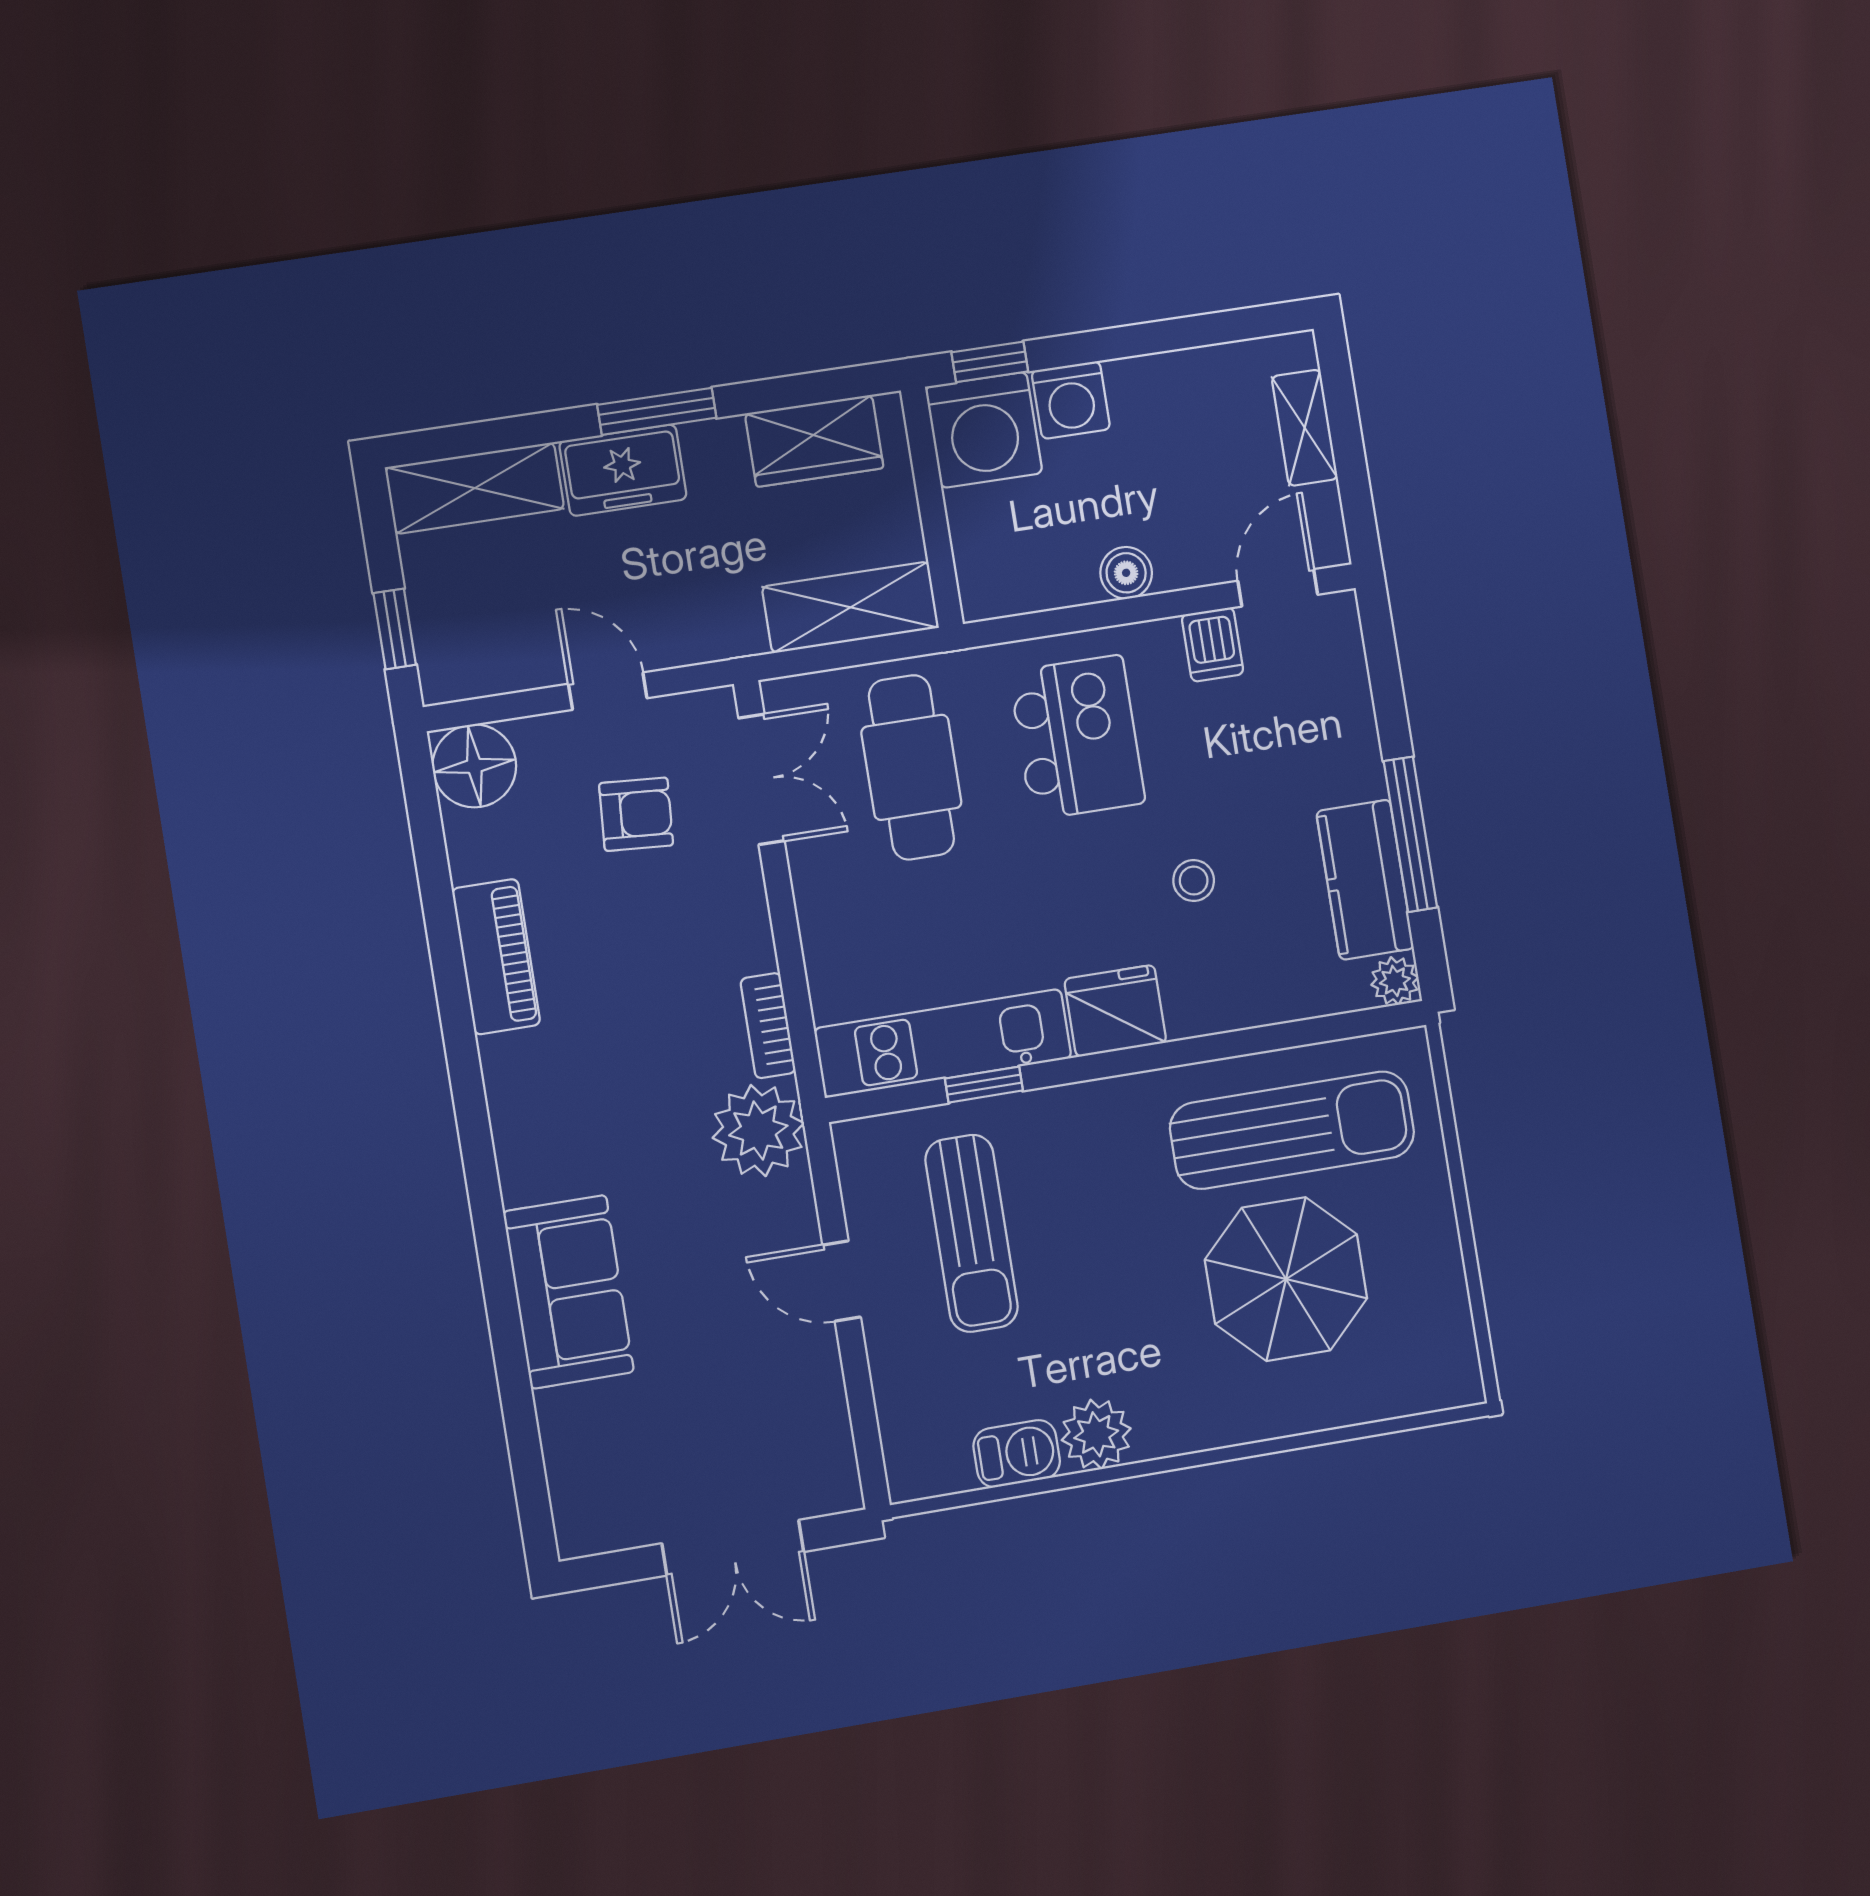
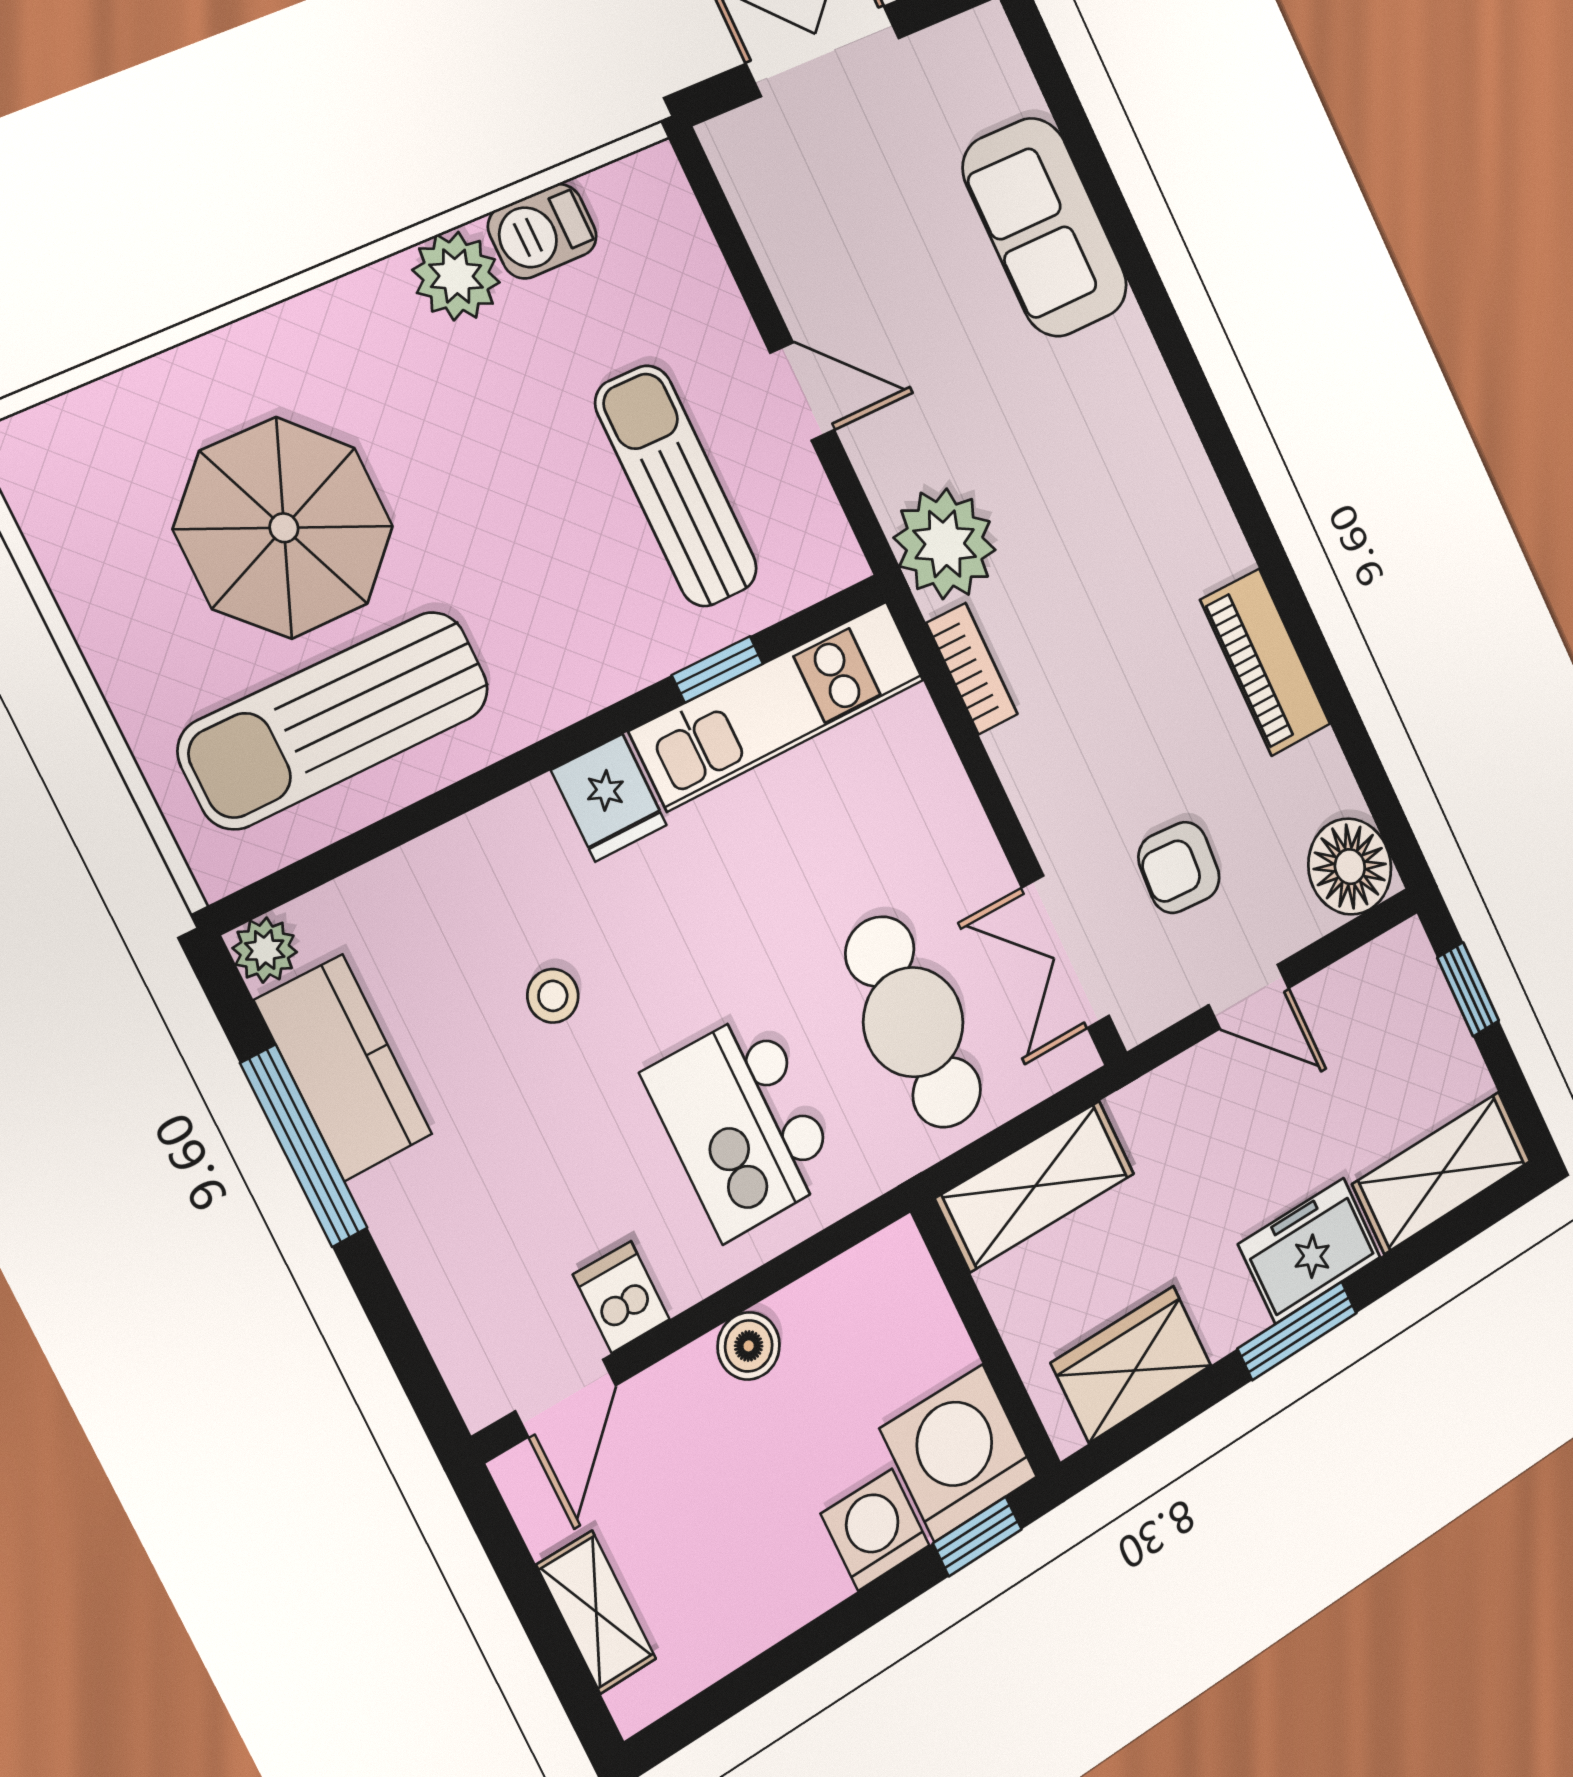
fridge: (1115, 1011) -> (609, 798), width x0.72
sofa: (568, 1292) -> (1045, 227), moved

